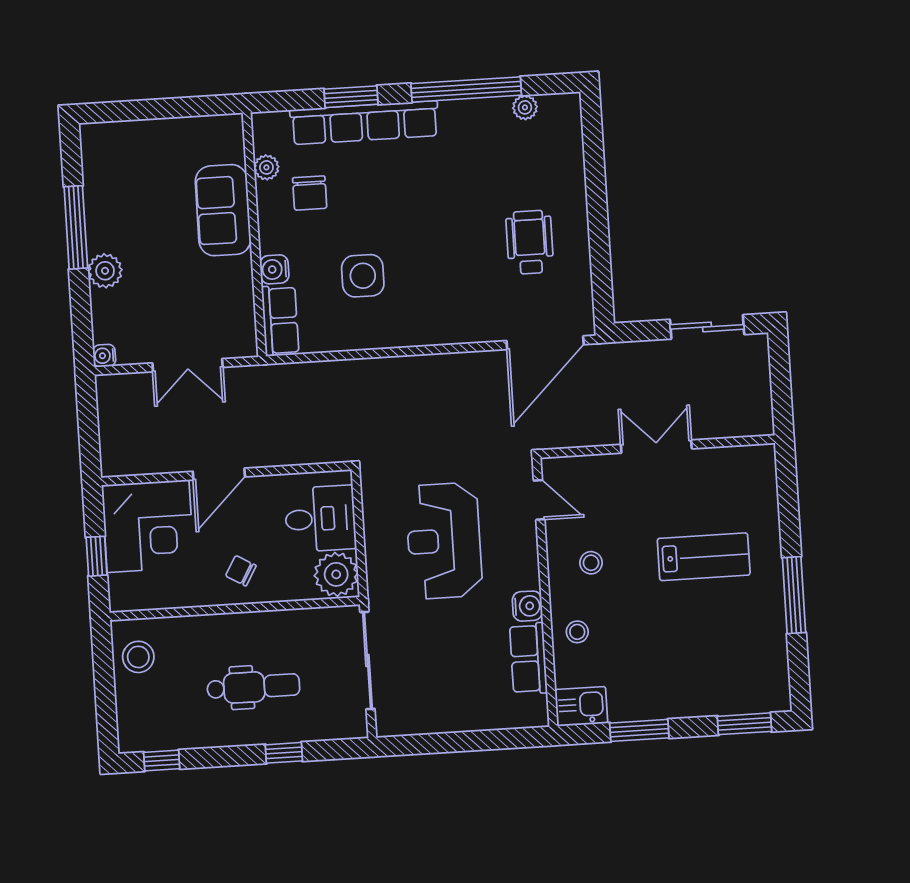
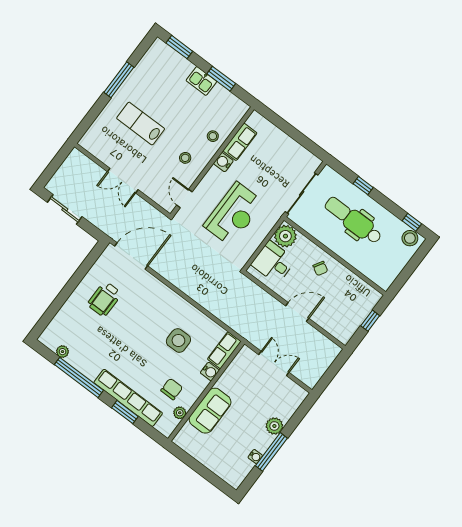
water cooler: (104, 356) -> (255, 456), moved
corner desk: (148, 526) -> (341, 315), removed
stool: (138, 657) -> (410, 238), moved
dental chair: (253, 687) -> (353, 220), width x1.36, depth x1.38
kitchen sink: (581, 706) -> (201, 81), moved

